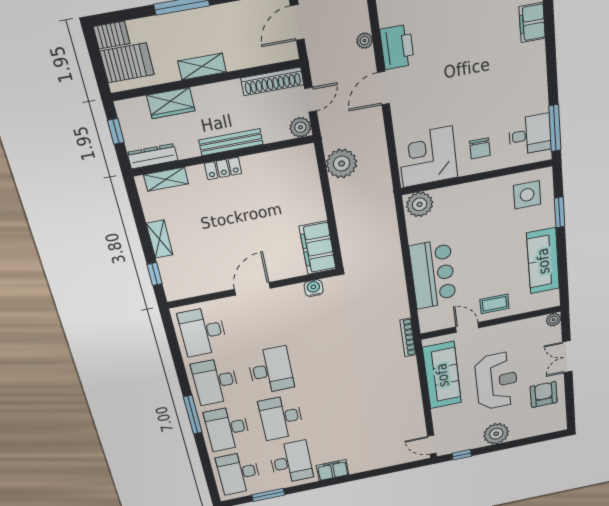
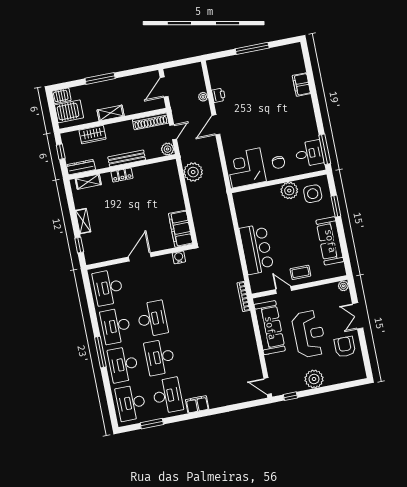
printer: (397, 47) -> (218, 95), width x0.53, depth x0.68
plant: (420, 204) -> (289, 191), moved

